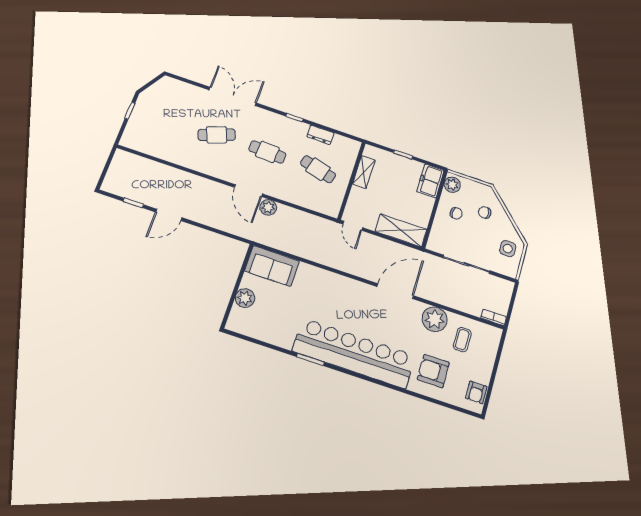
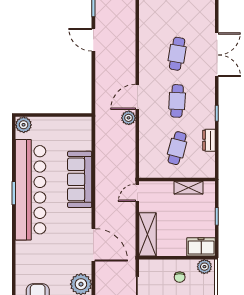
cafe table: (217, 135) -> (177, 54), turned 30
sofa: (272, 266) -> (80, 179), moved, width x1.36
plant: (245, 298) -> (24, 125), moved
bar counter: (354, 353) -> (31, 190), moved

